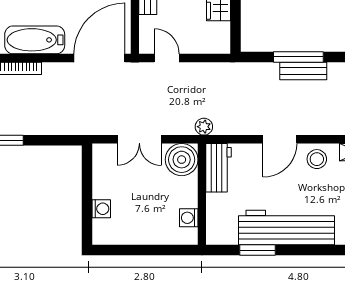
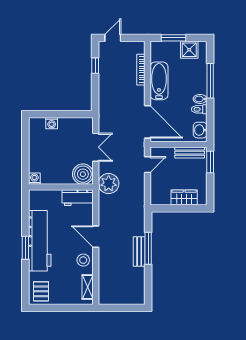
plant: (204, 127) -> (109, 184), width x1.88, depth x1.88
double door: (139, 139) -> (96, 147), swing flipped
washing machine: (189, 218) -> (34, 179), moved
window: (258, 250) -> (25, 248), moved

